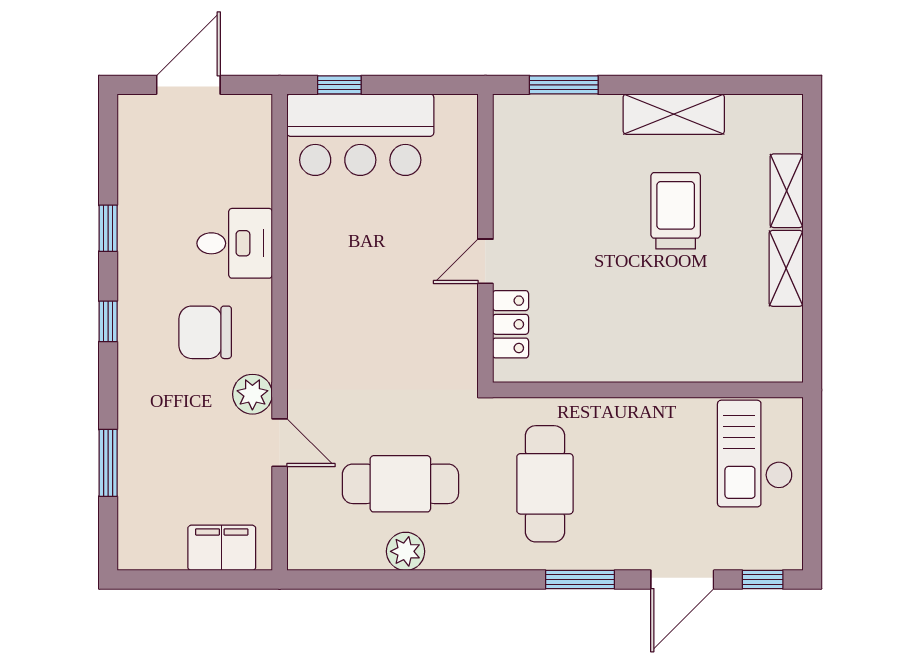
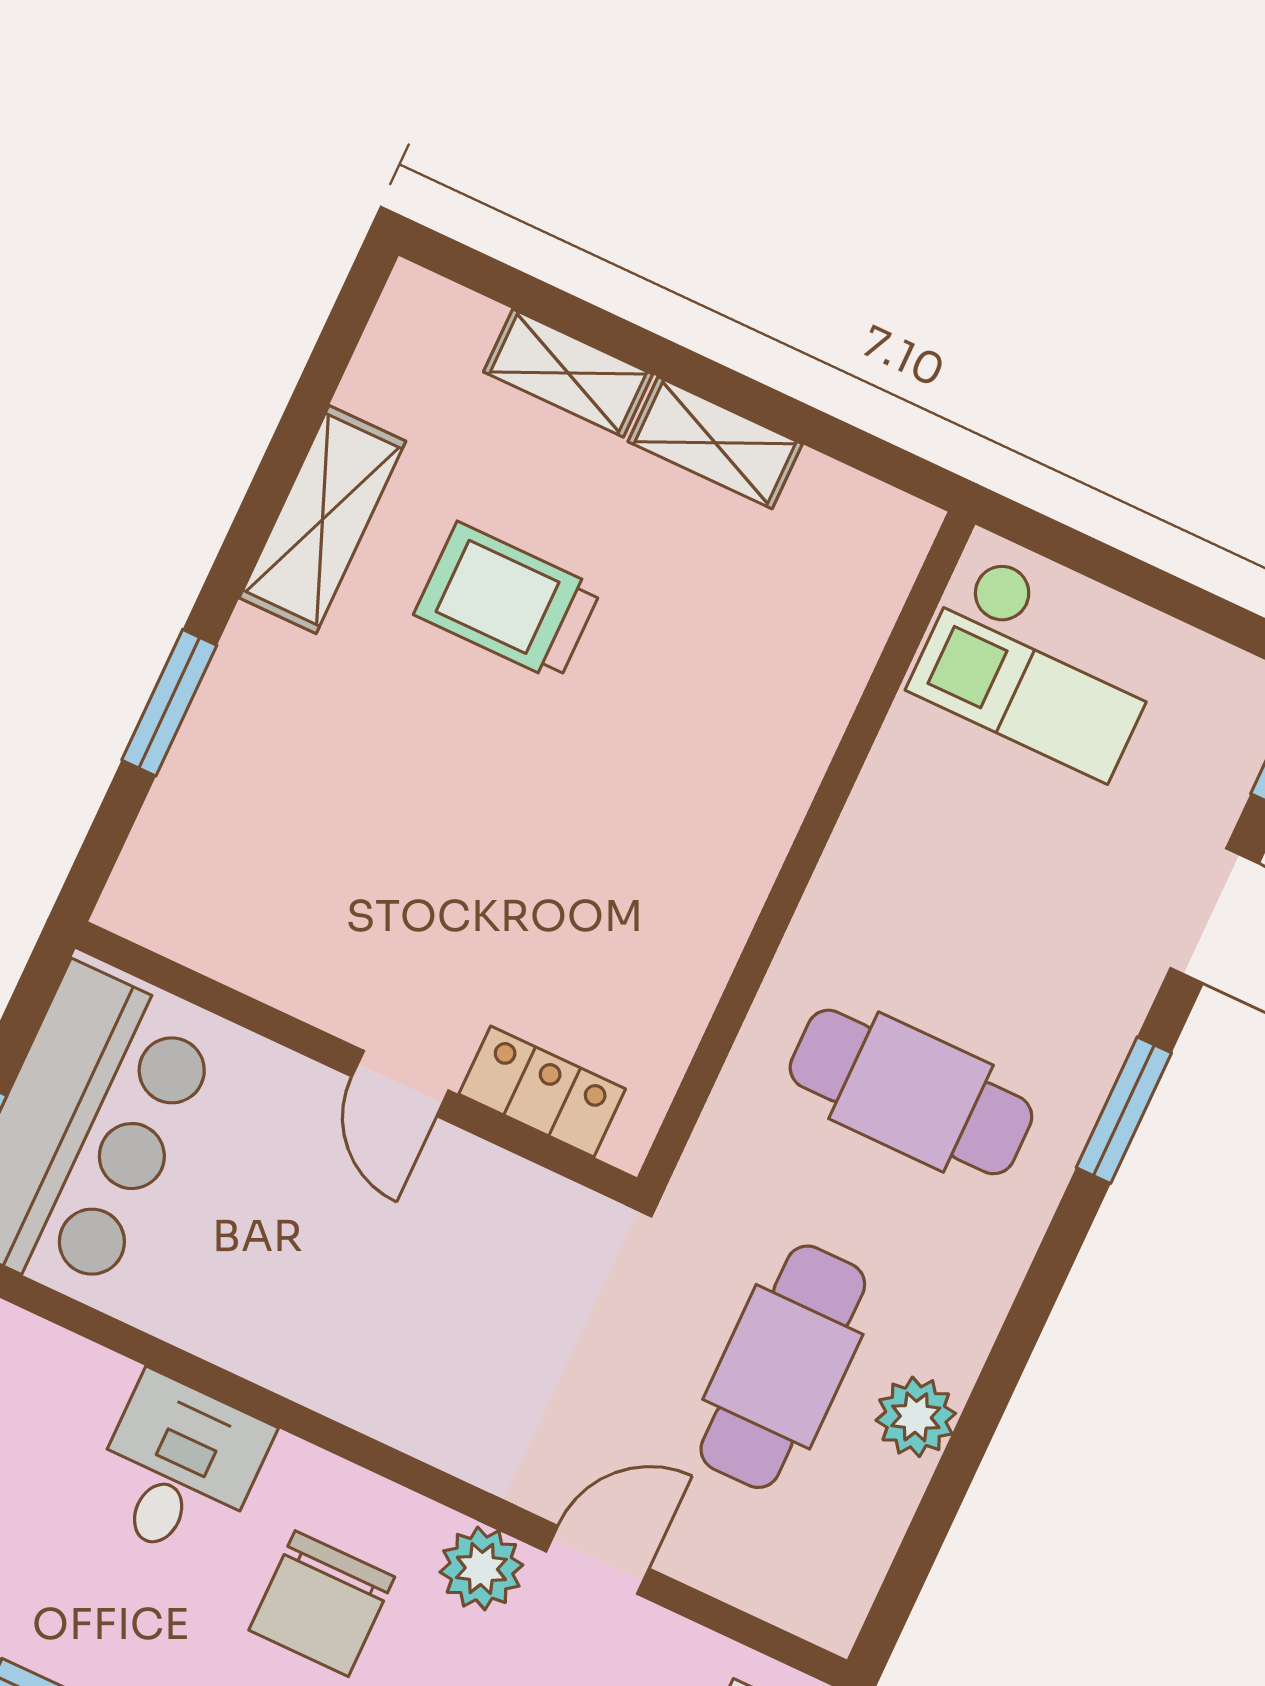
wall: (485, 238) -> (356, 1063), moved
door: (485, 261) -> (400, 1084), moved
locker: (511, 324) -> (542, 1091), moved

